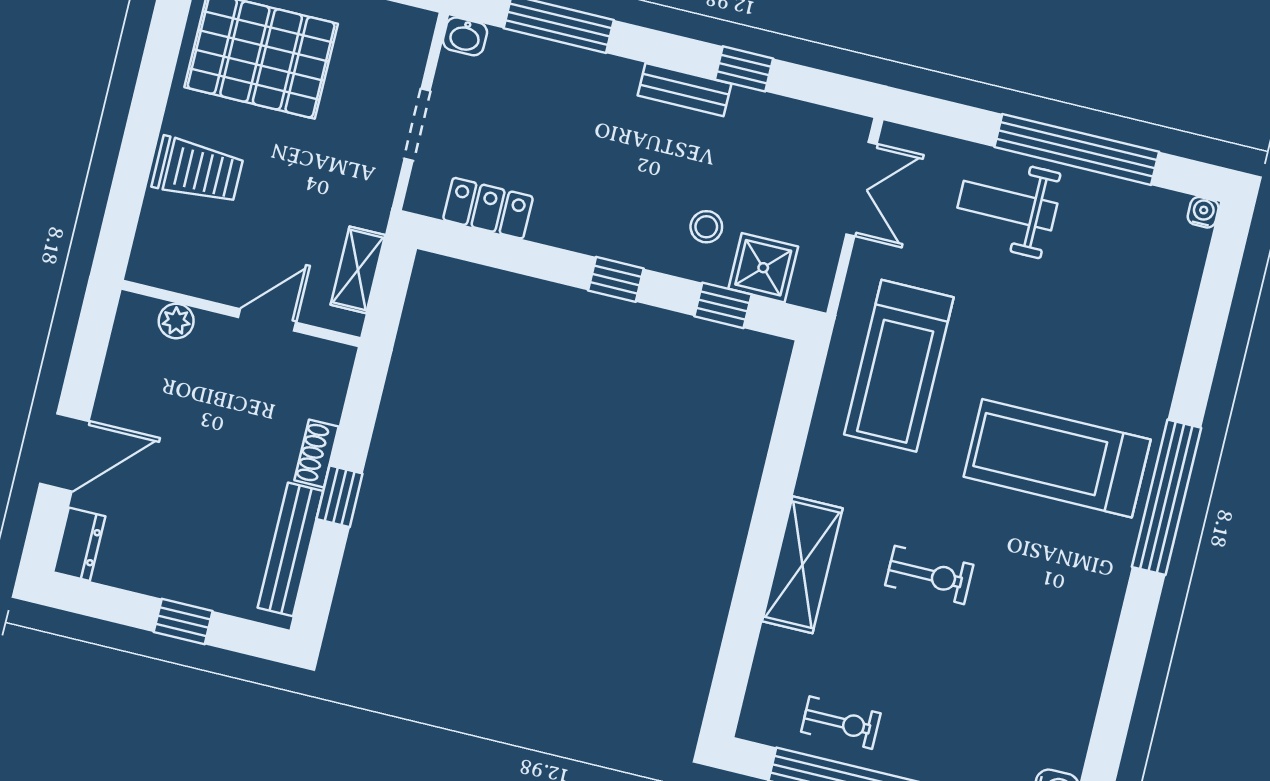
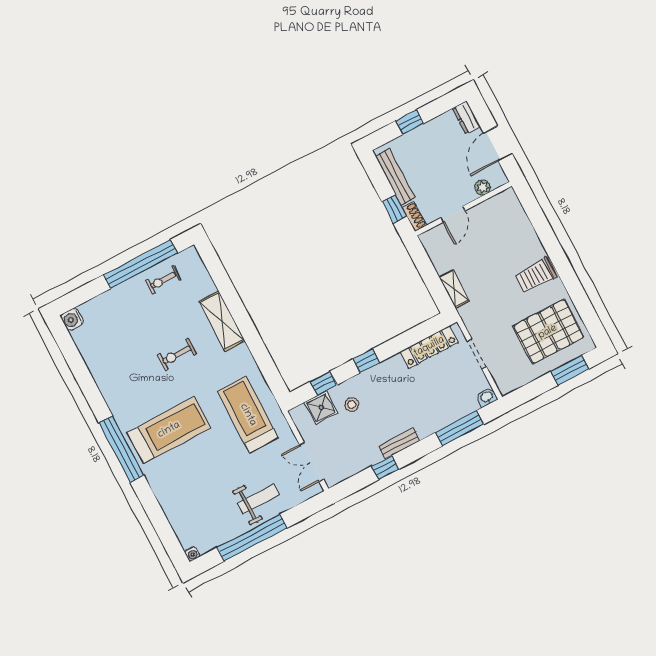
locker: (488, 208) -> (429, 347), width x1.53
wall: (241, 313) -> (463, 209), moved
door: (267, 320) -> (453, 214), moved
plant: (176, 321) -> (483, 187), moved

